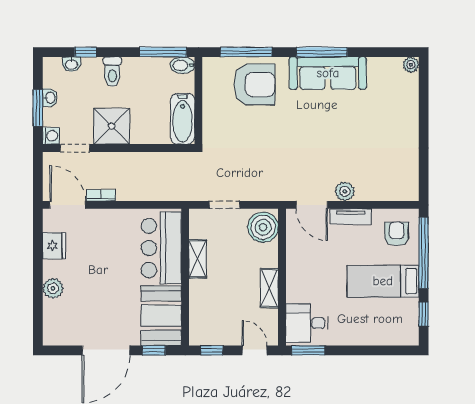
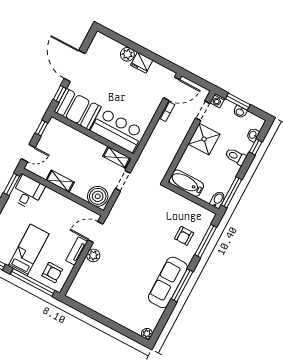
armchair: (254, 84) -> (184, 236), width x0.53, depth x0.53
fridge: (54, 246) -> (142, 63), moved
shelving: (198, 259) -> (117, 157), moved

